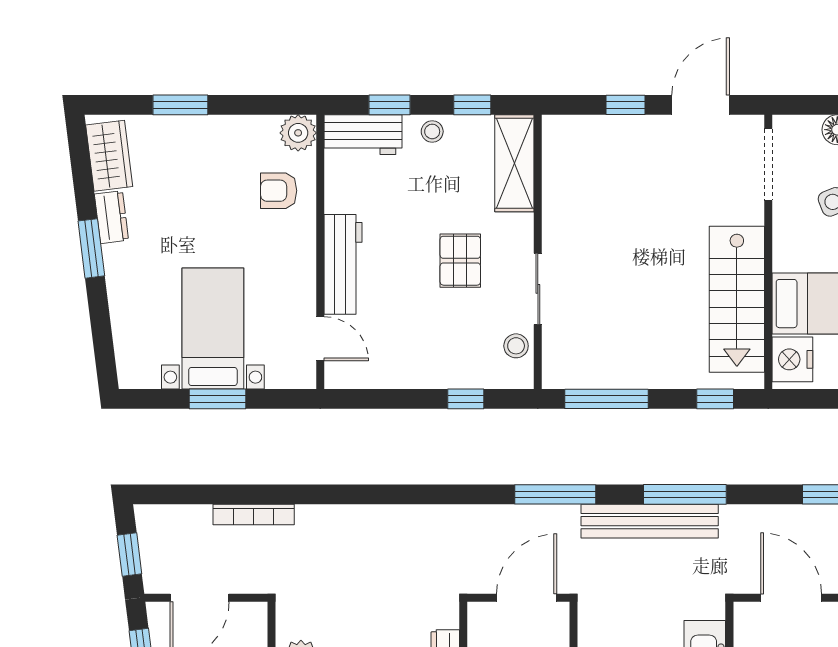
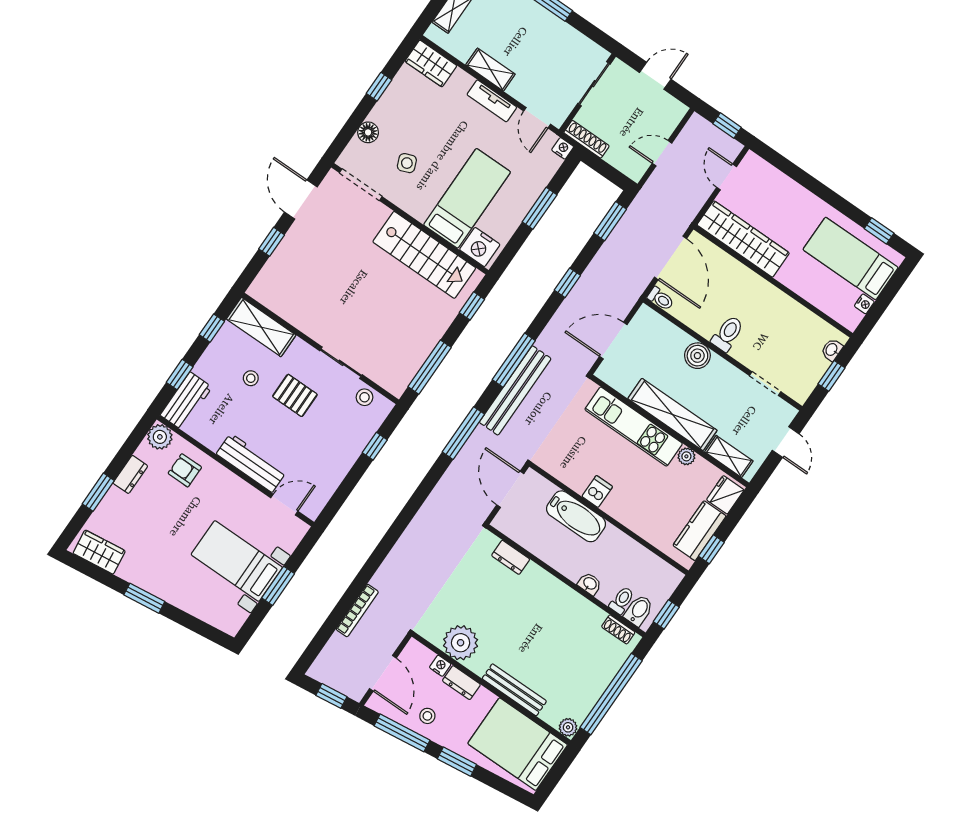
stool: (432, 131) -> (251, 378), moved
armchair: (279, 191) -> (185, 470), turned 90
dresser: (111, 217) -> (130, 474), moved, turned 97

